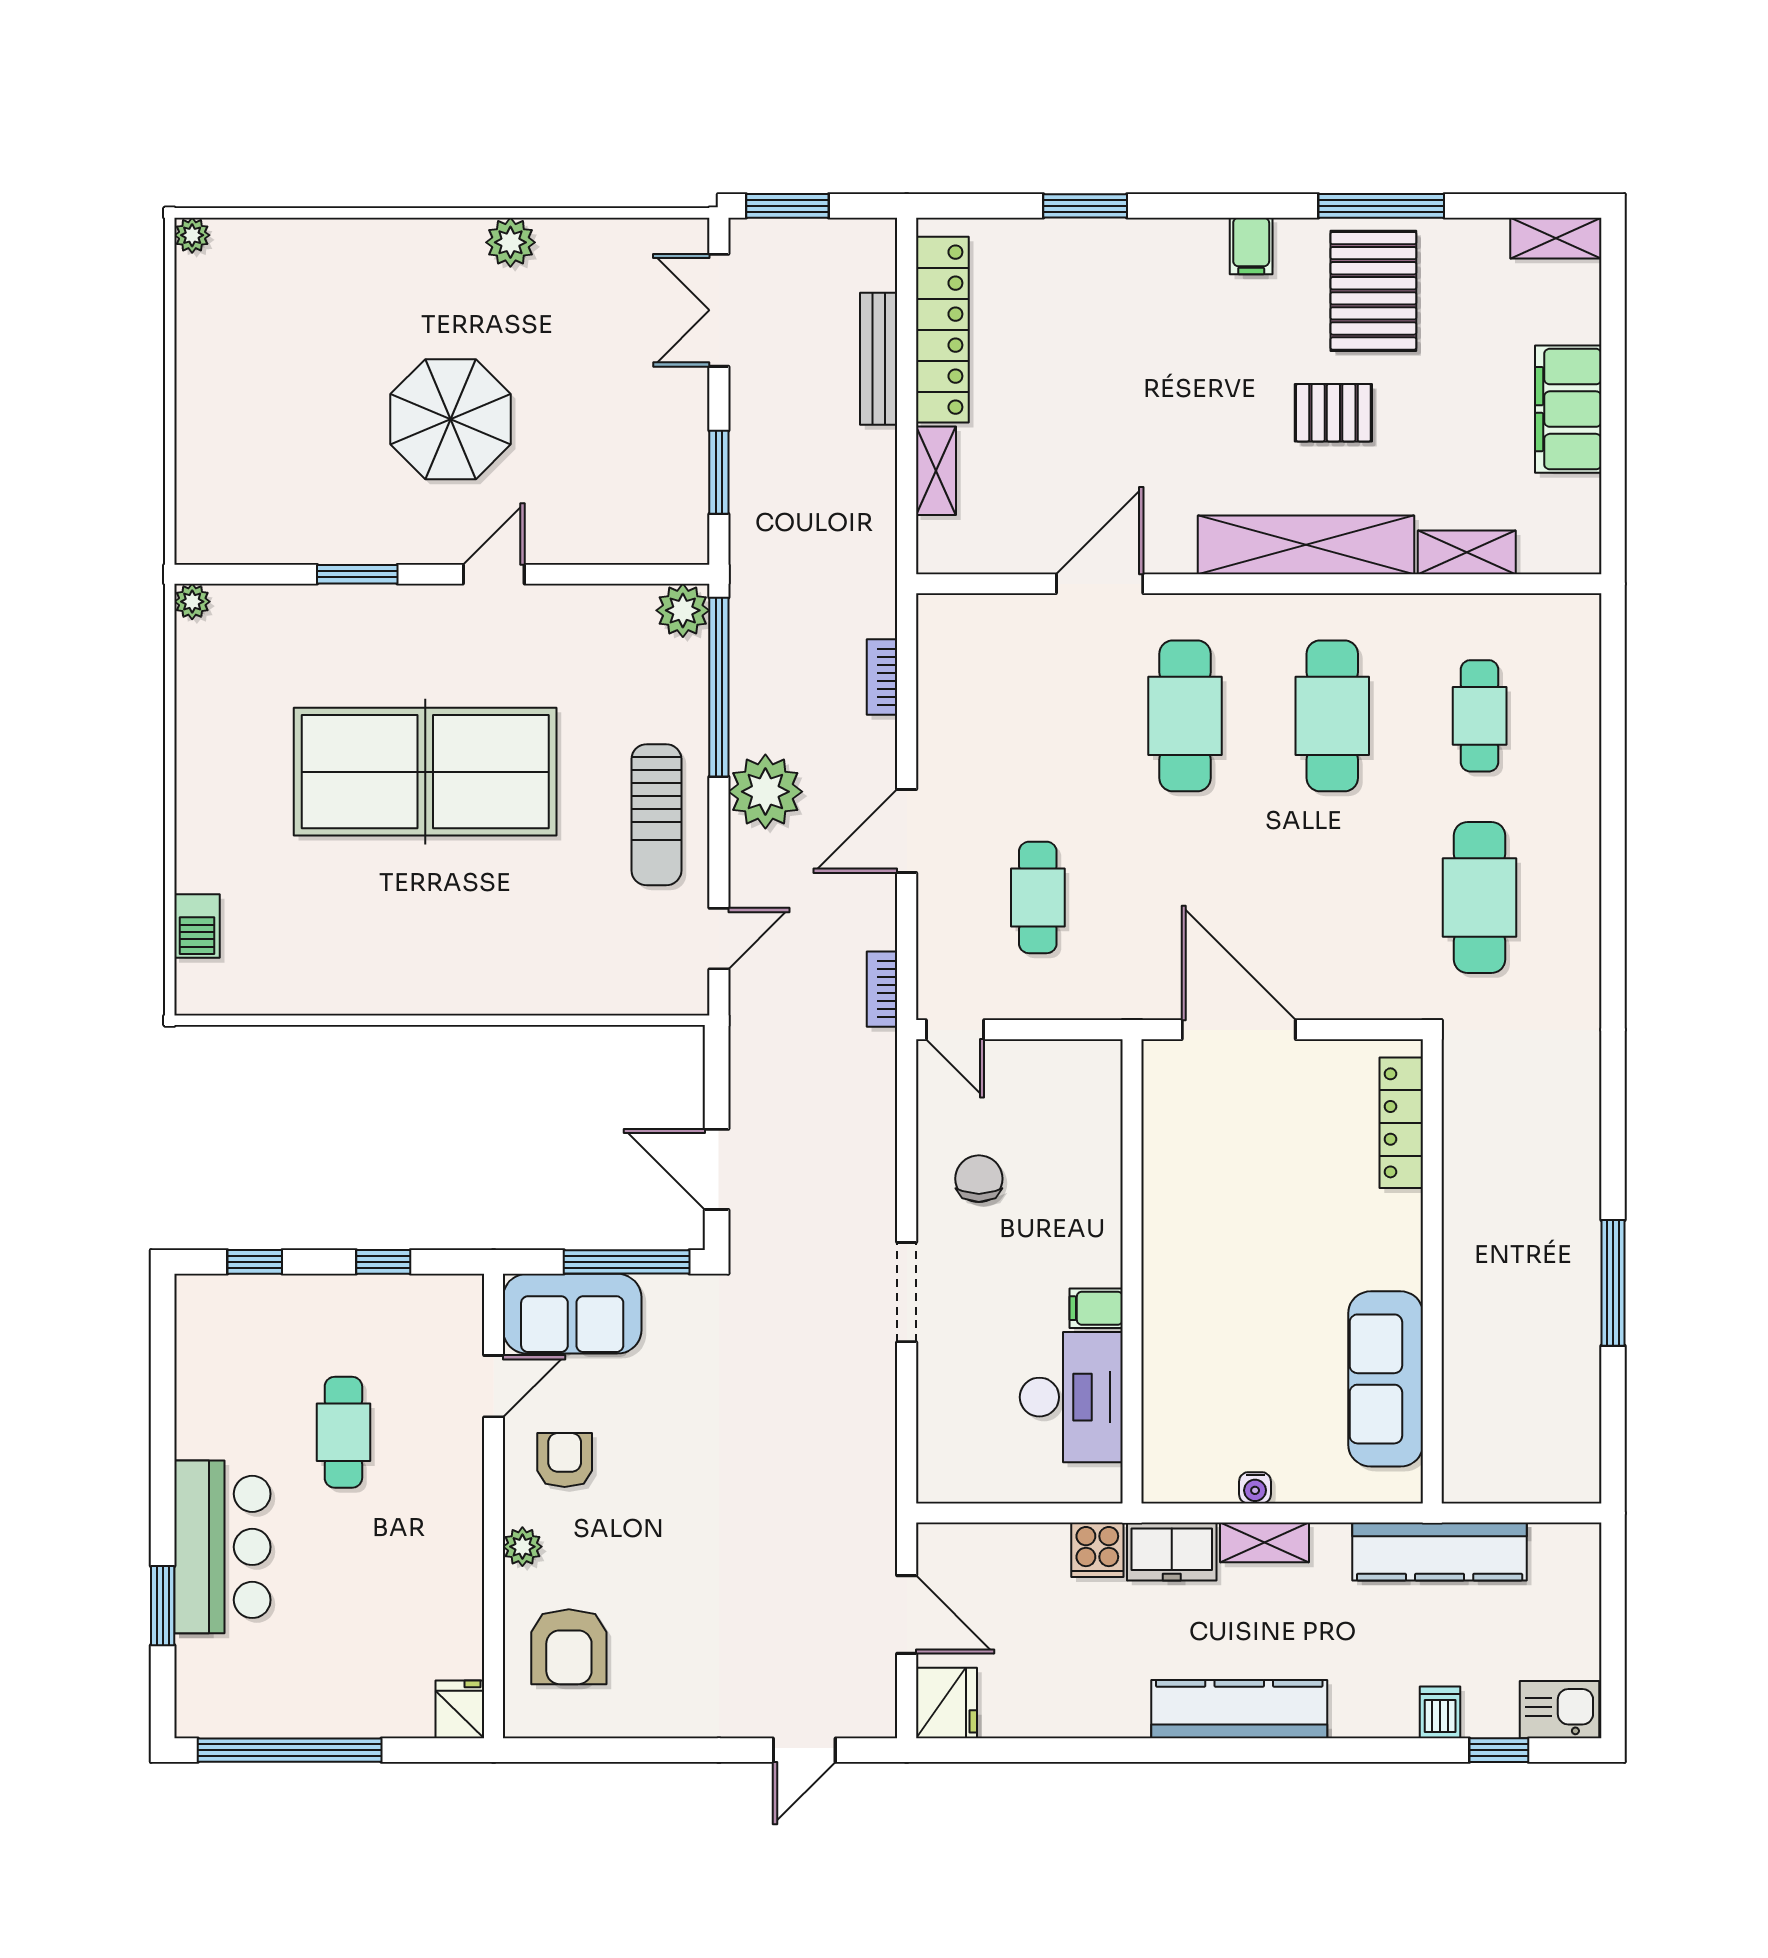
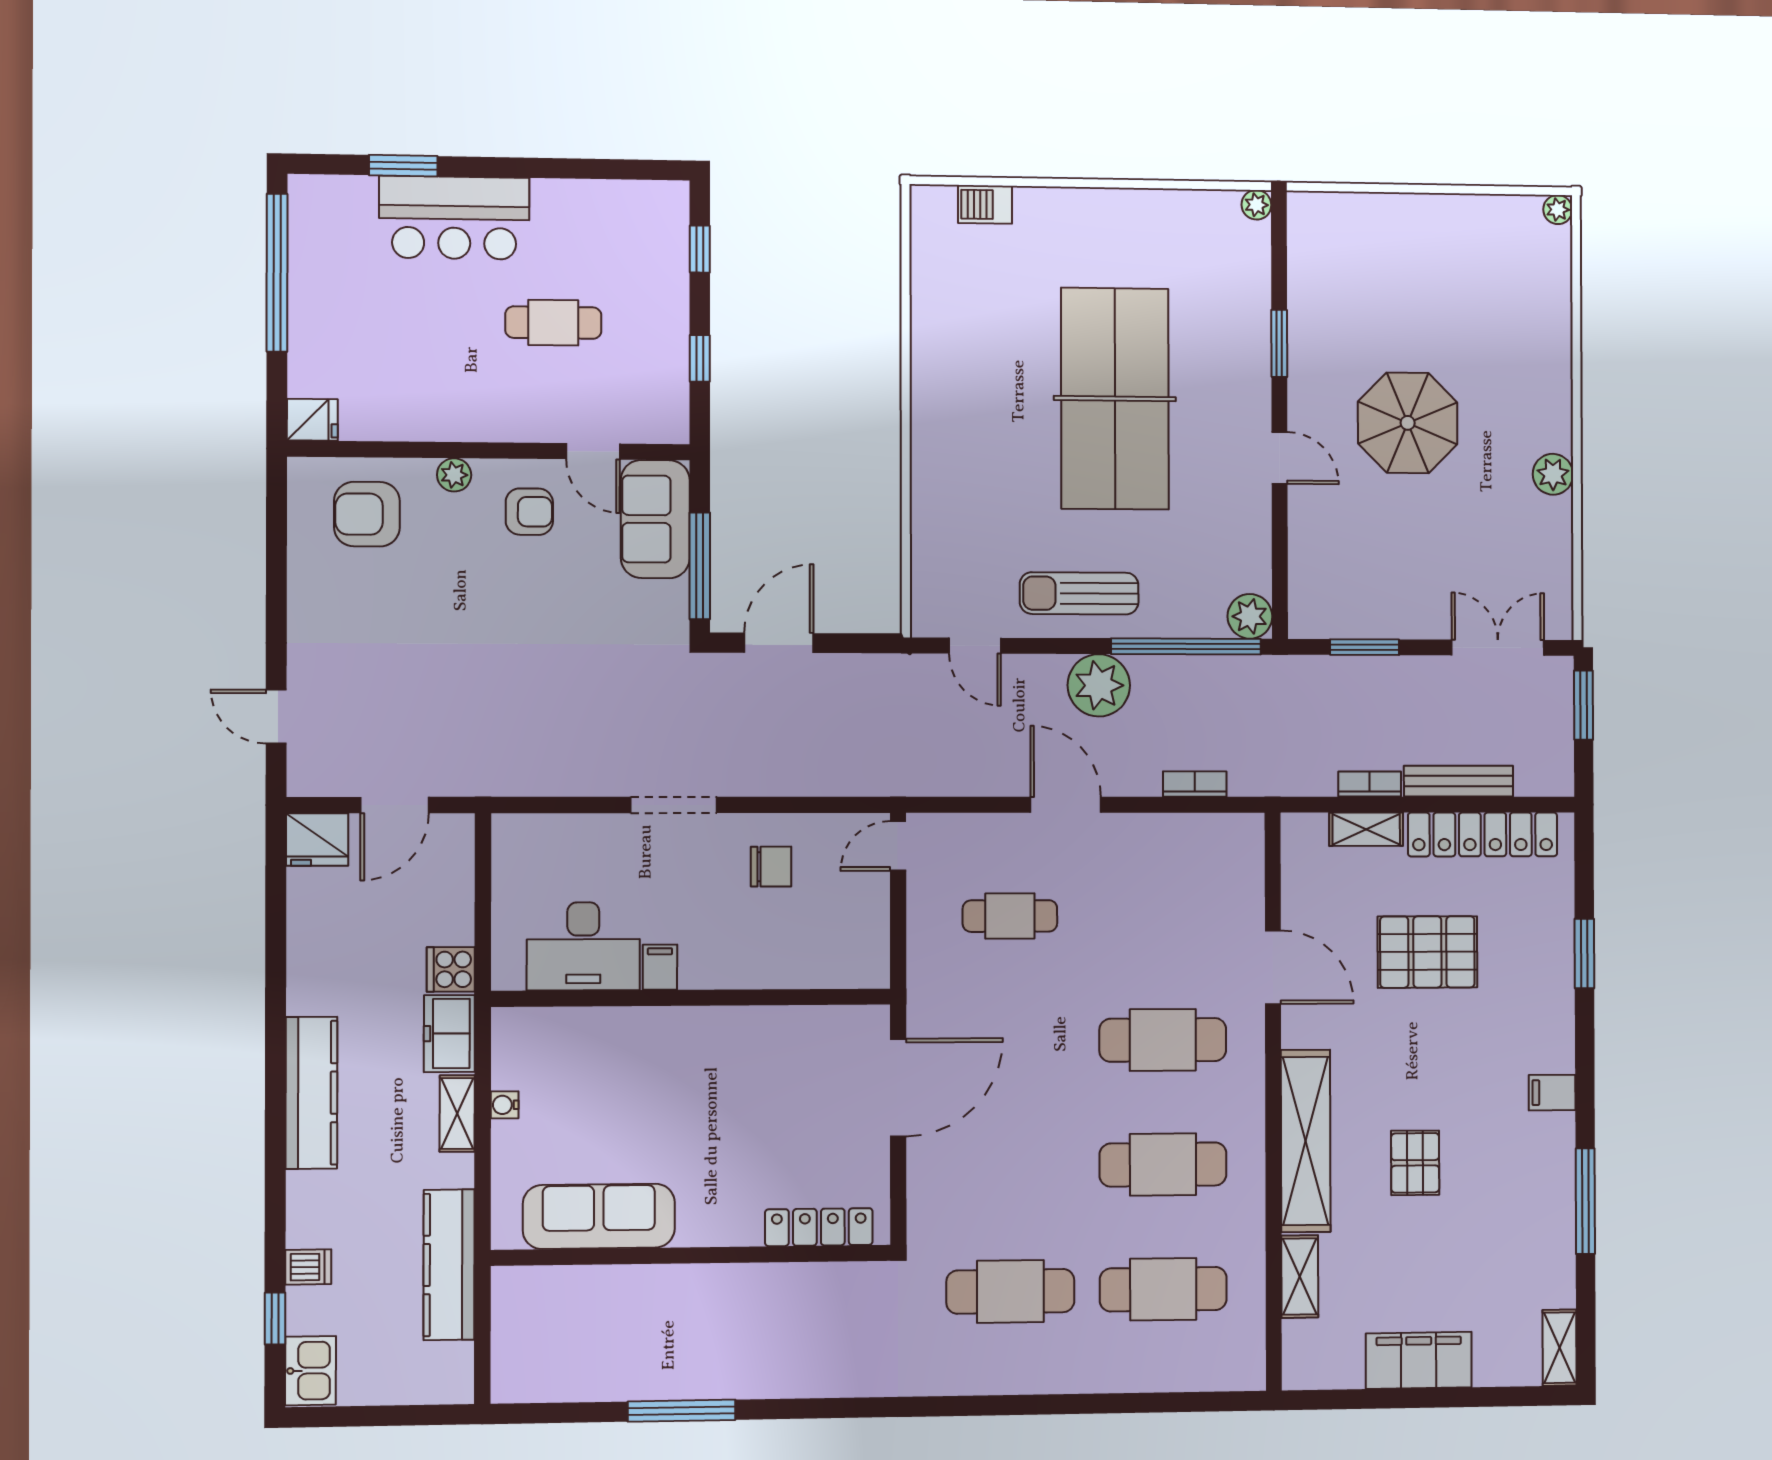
pallet: (1373, 291) -> (1427, 952), moved
cafe table: (1480, 716) -> (1163, 1289), width x1.37, depth x1.35
bookcase: (882, 989) -> (1370, 784), moved

